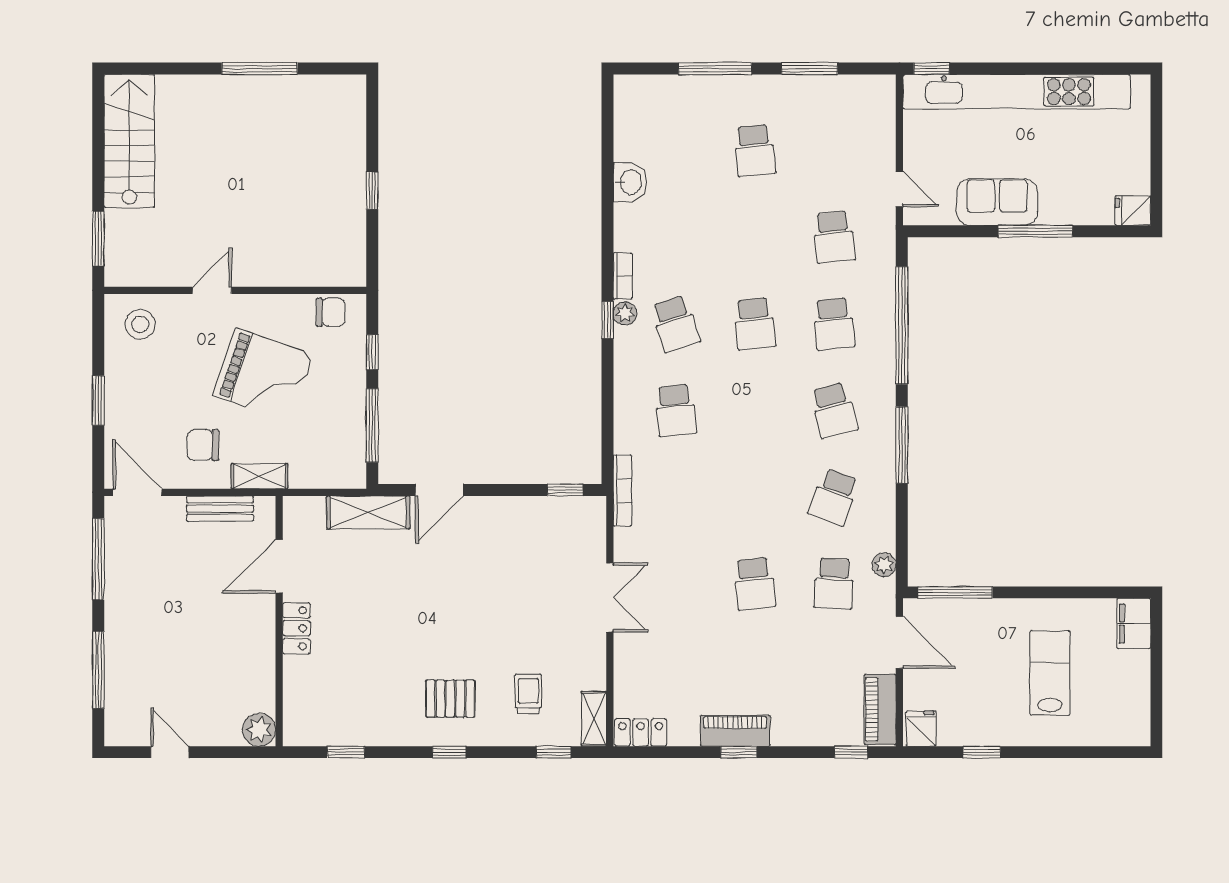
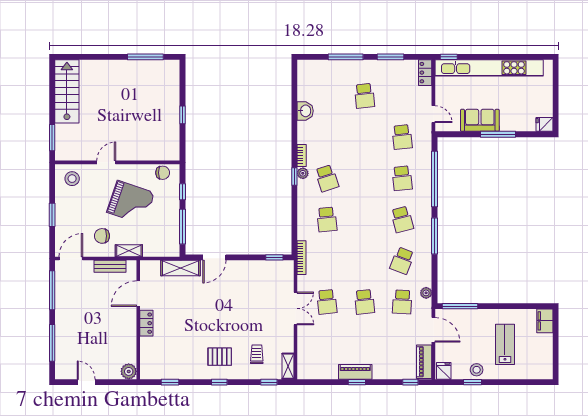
window: (260, 69) -> (145, 57), moved
school desk: (755, 324) -> (327, 302), moved
door: (137, 492) -> (71, 258), hinge flipped
stool: (990, 726) -> (477, 370), added
locker: (641, 732) -> (425, 73), moved, turned -90

